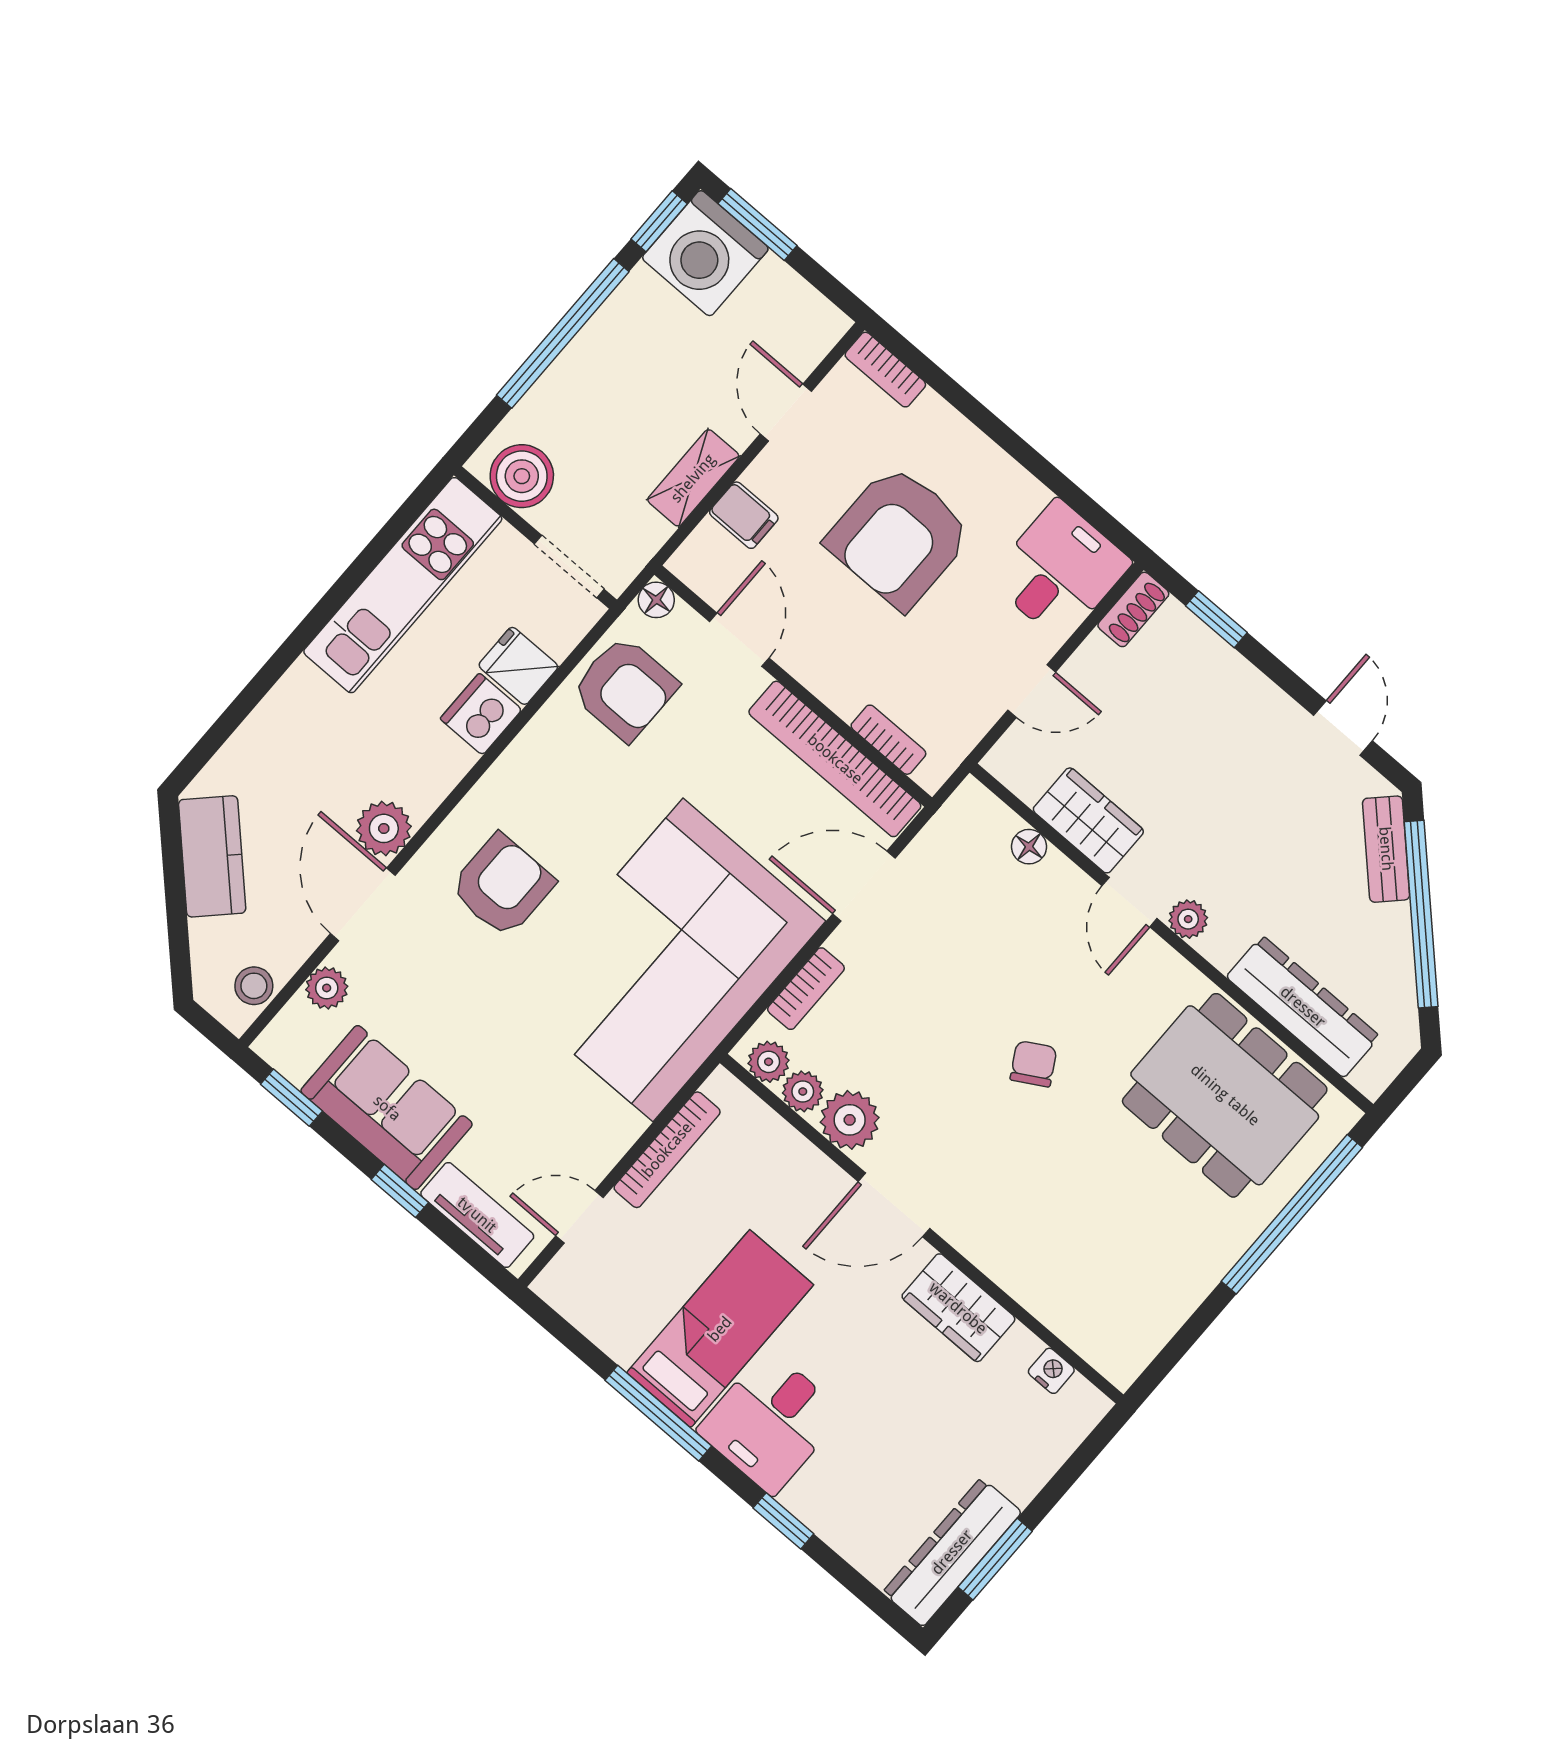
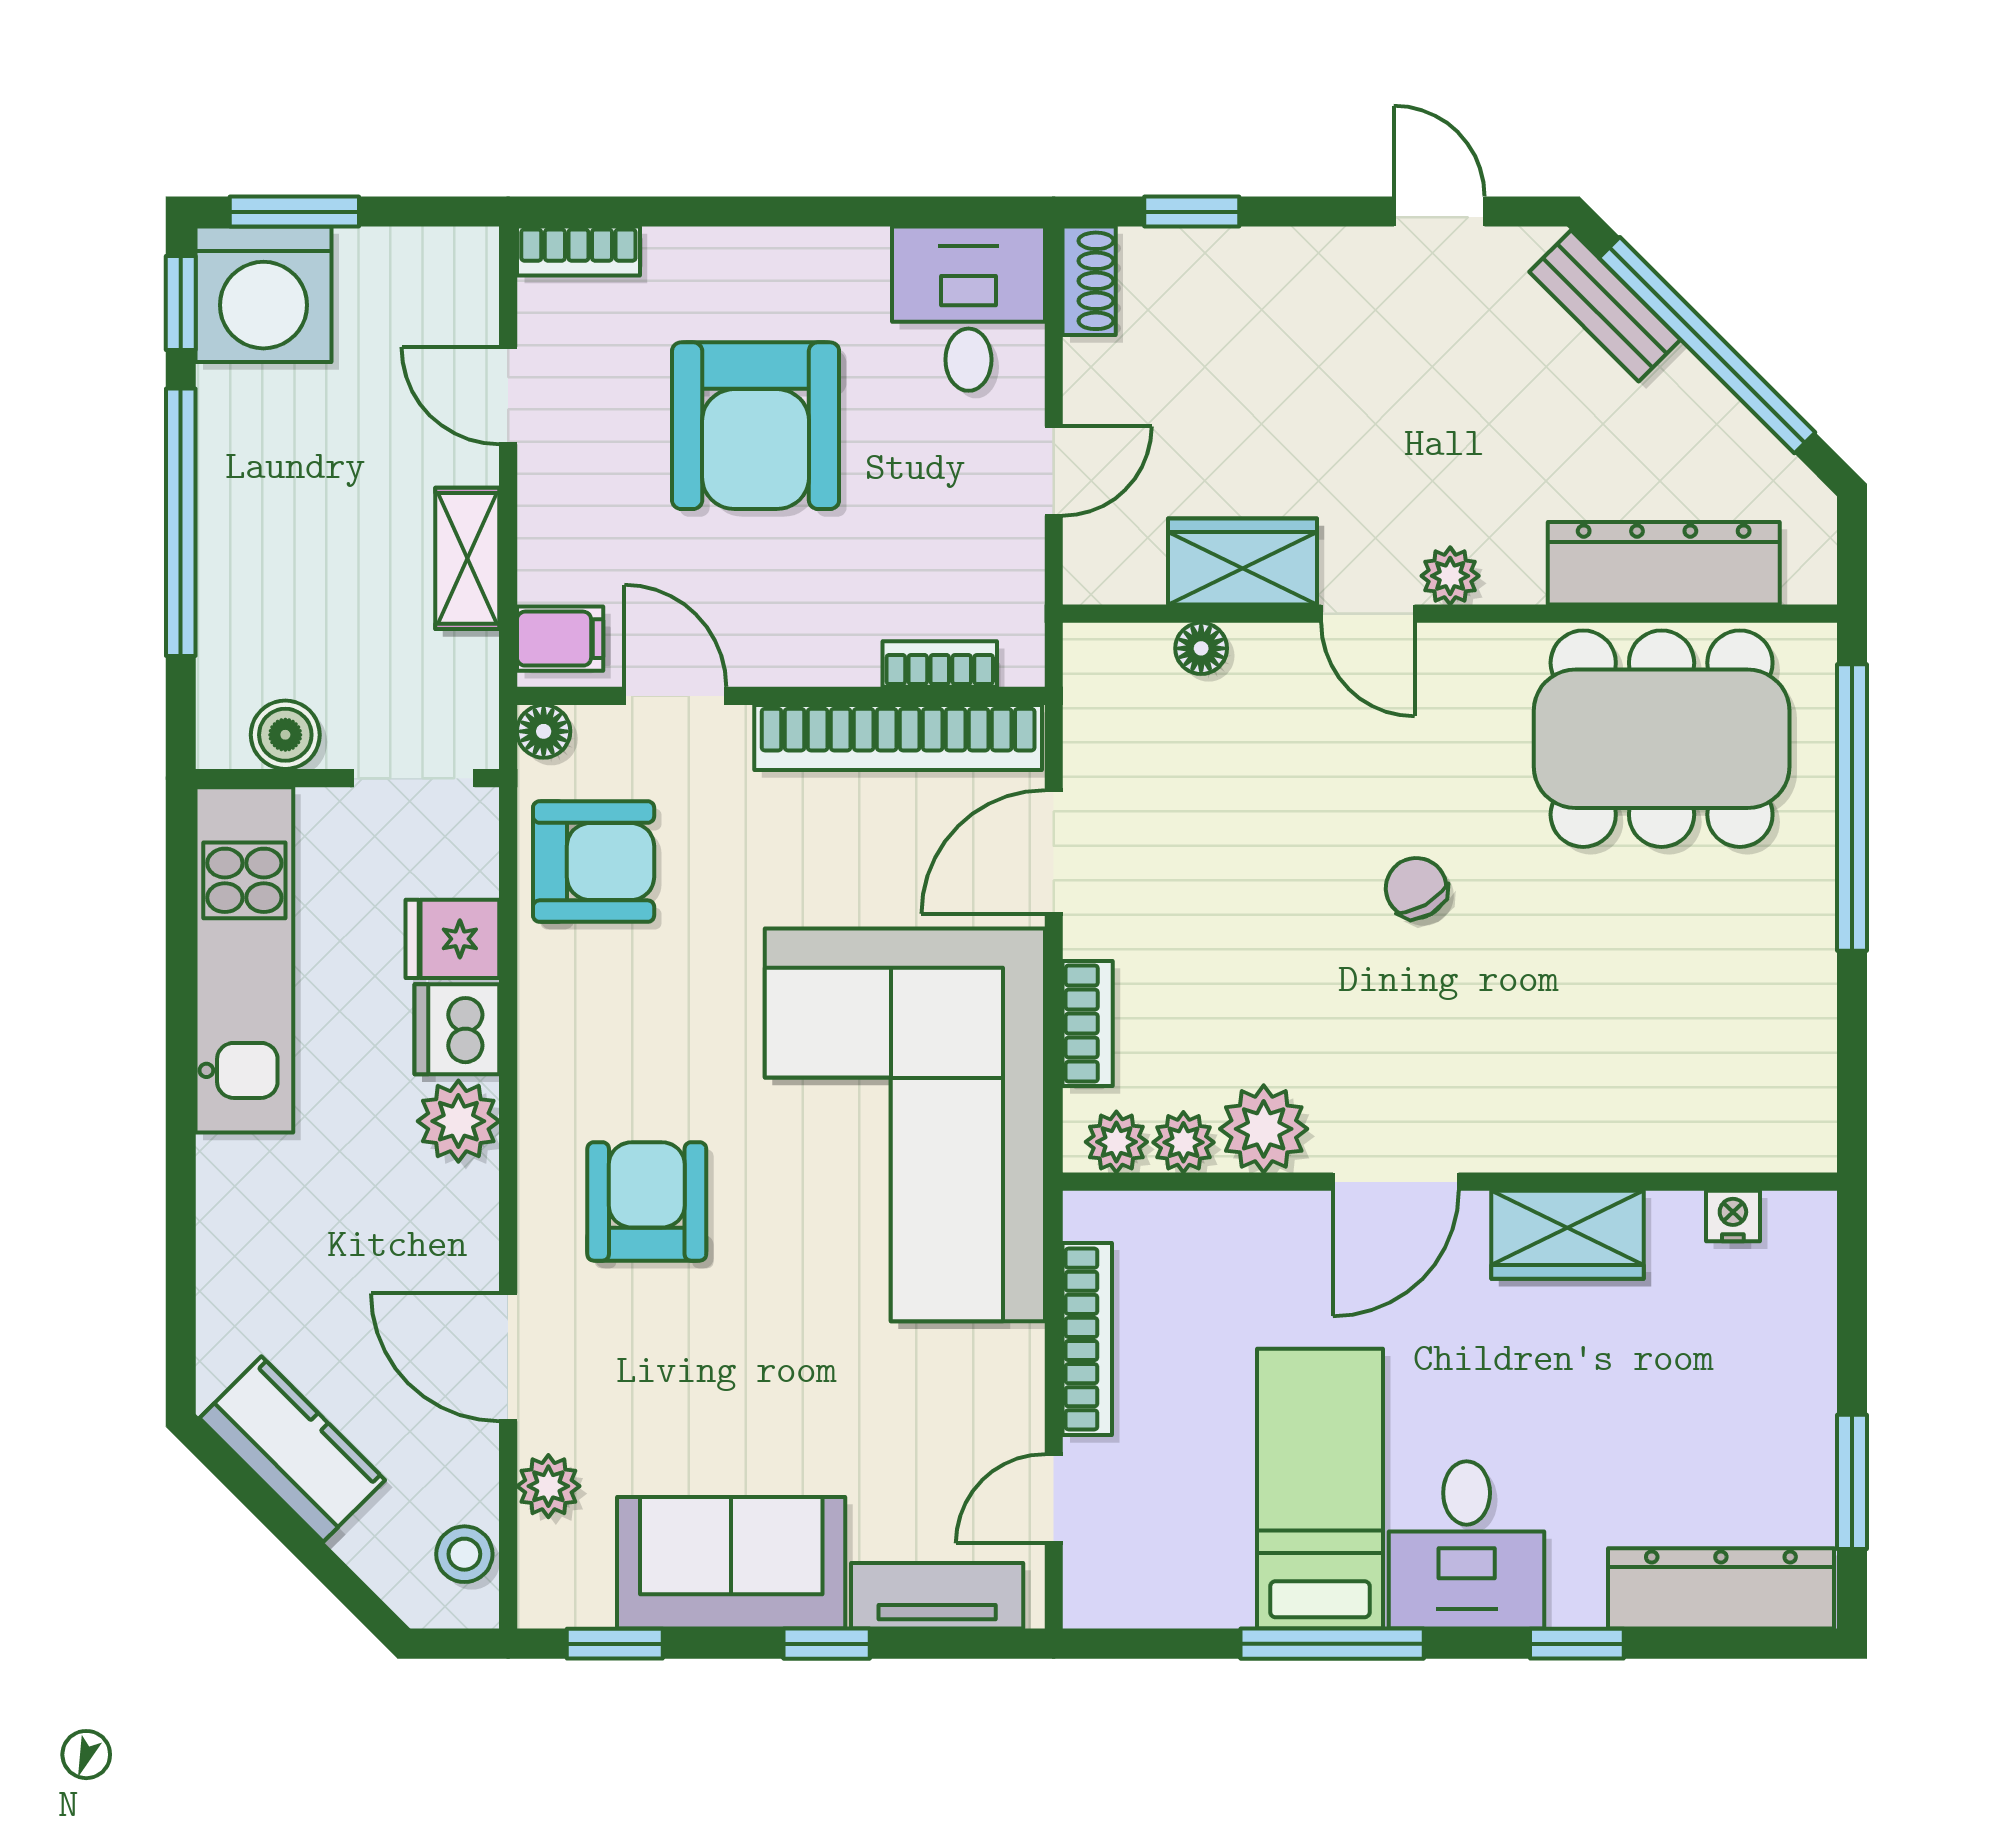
boiler: (522, 476) -> (285, 735), width x0.73, depth x0.73
filing cabinet: (744, 515) -> (560, 639), moved
plant: (384, 828) -> (458, 1121), moved
dresser: (952, 1552) -> (1721, 1588), moved, turned 90

